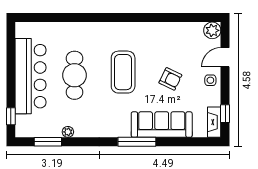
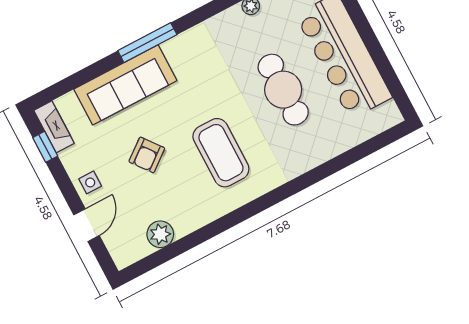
plant: (212, 30) -> (160, 234), moved
coffee table: (123, 72) -> (221, 153), moved
armchair: (170, 79) -> (147, 155), turned -64

